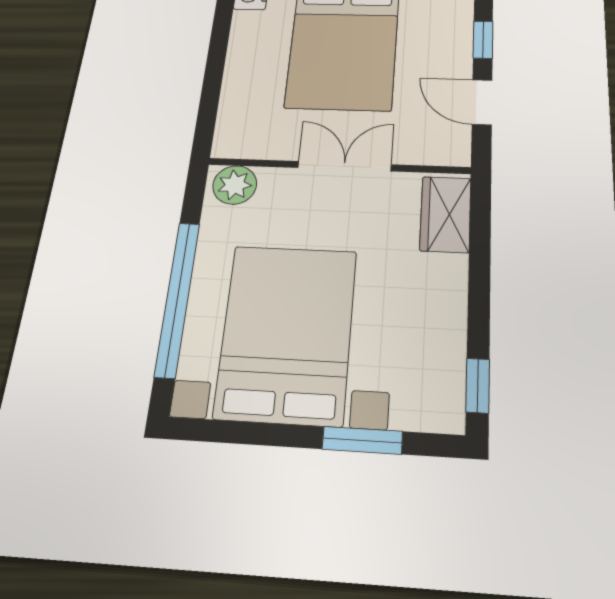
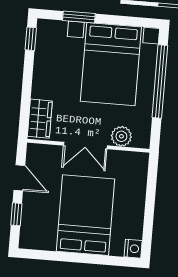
plant: (235, 185) -> (121, 136), moved

